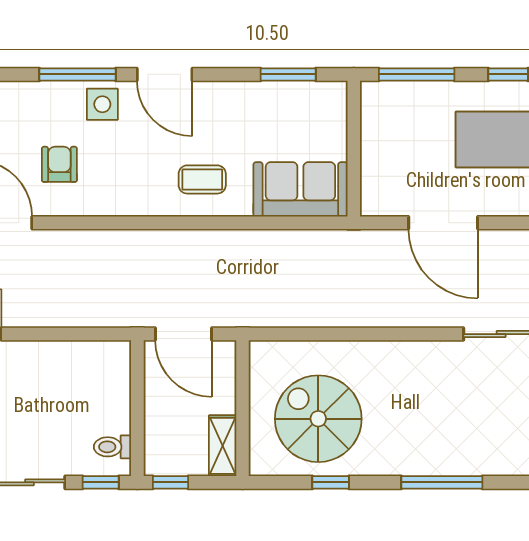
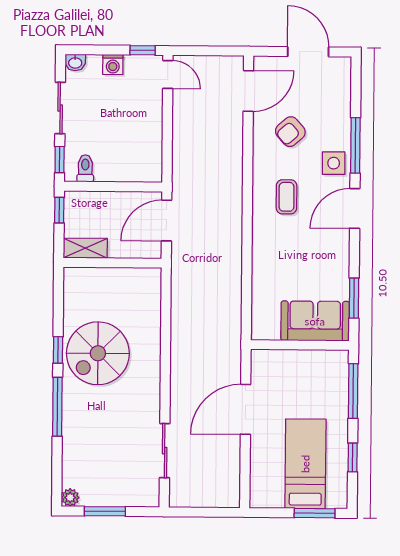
armchair: (59, 164) -> (290, 132), turned 139
coffee table: (202, 179) -> (287, 197), moved
sofa: (300, 189) -> (315, 321), moved, turned -90
spiral stairs: (318, 419) -> (98, 353), moved, turned 180
window: (331, 482) -> (58, 350), moved

